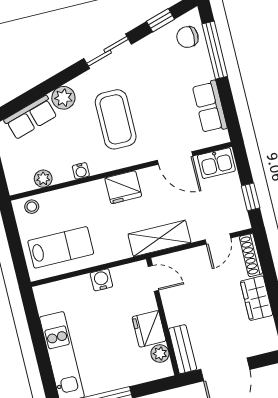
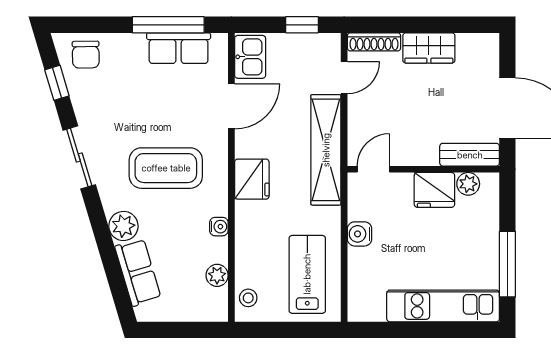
window: (215, 50) -> (168, 25), moved
shelving: (159, 238) -> (326, 150), width x1.47
door: (218, 239) -> (344, 78), hinge flipped

